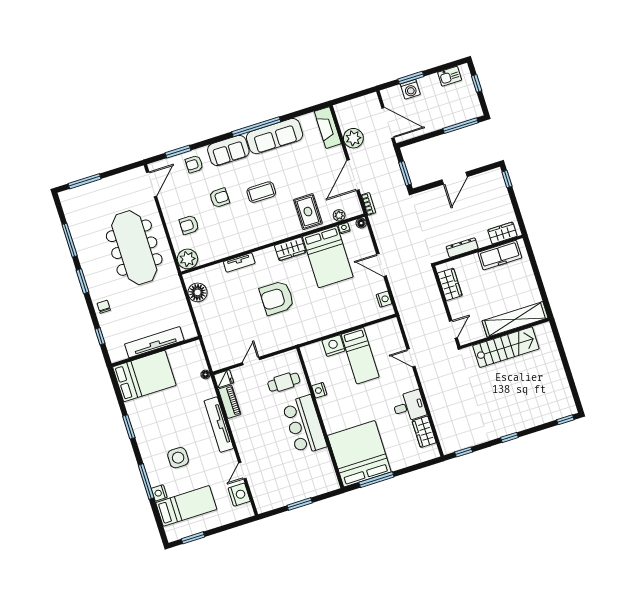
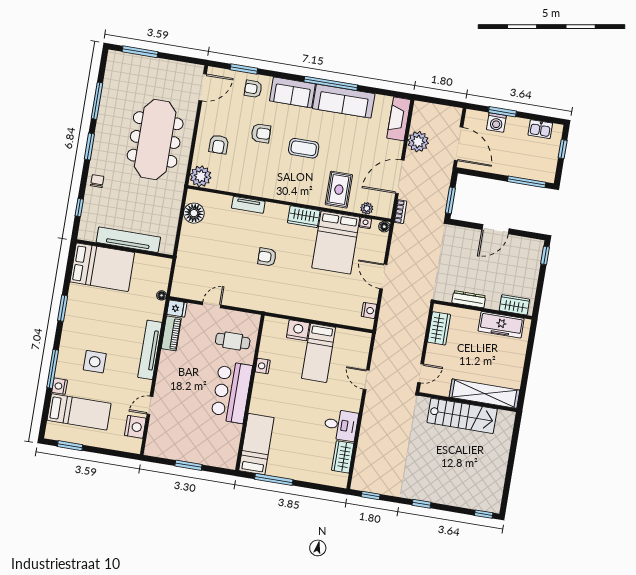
armchair: (189, 225) -> (219, 144), turned -90
armchair: (277, 298) -> (267, 257), width x0.53, depth x0.53
bed: (359, 454) -> (256, 444), width x0.49

